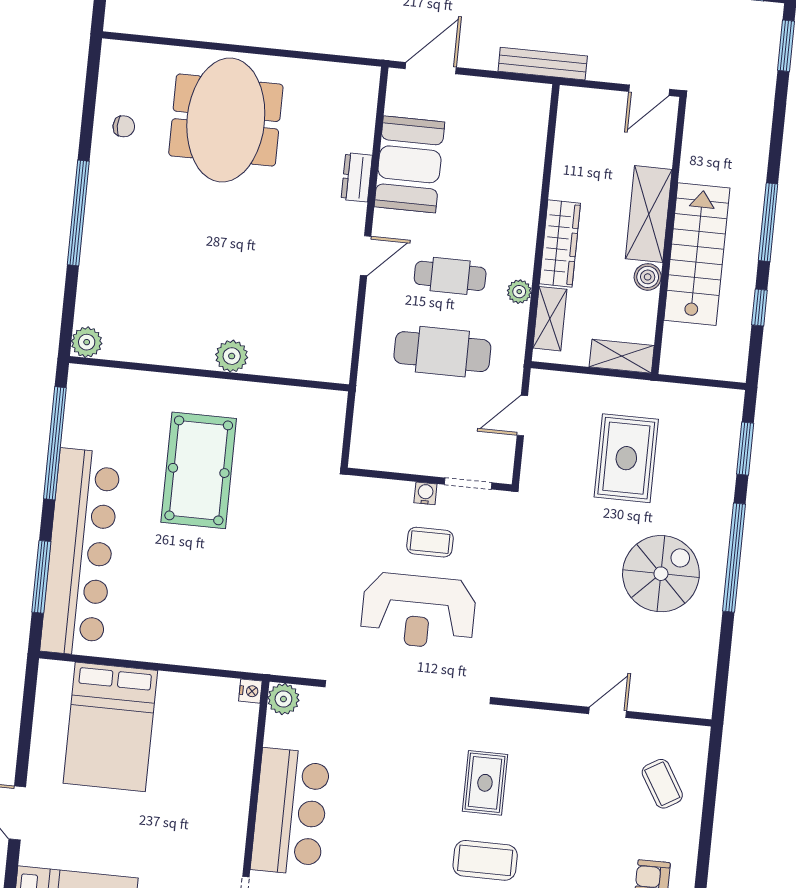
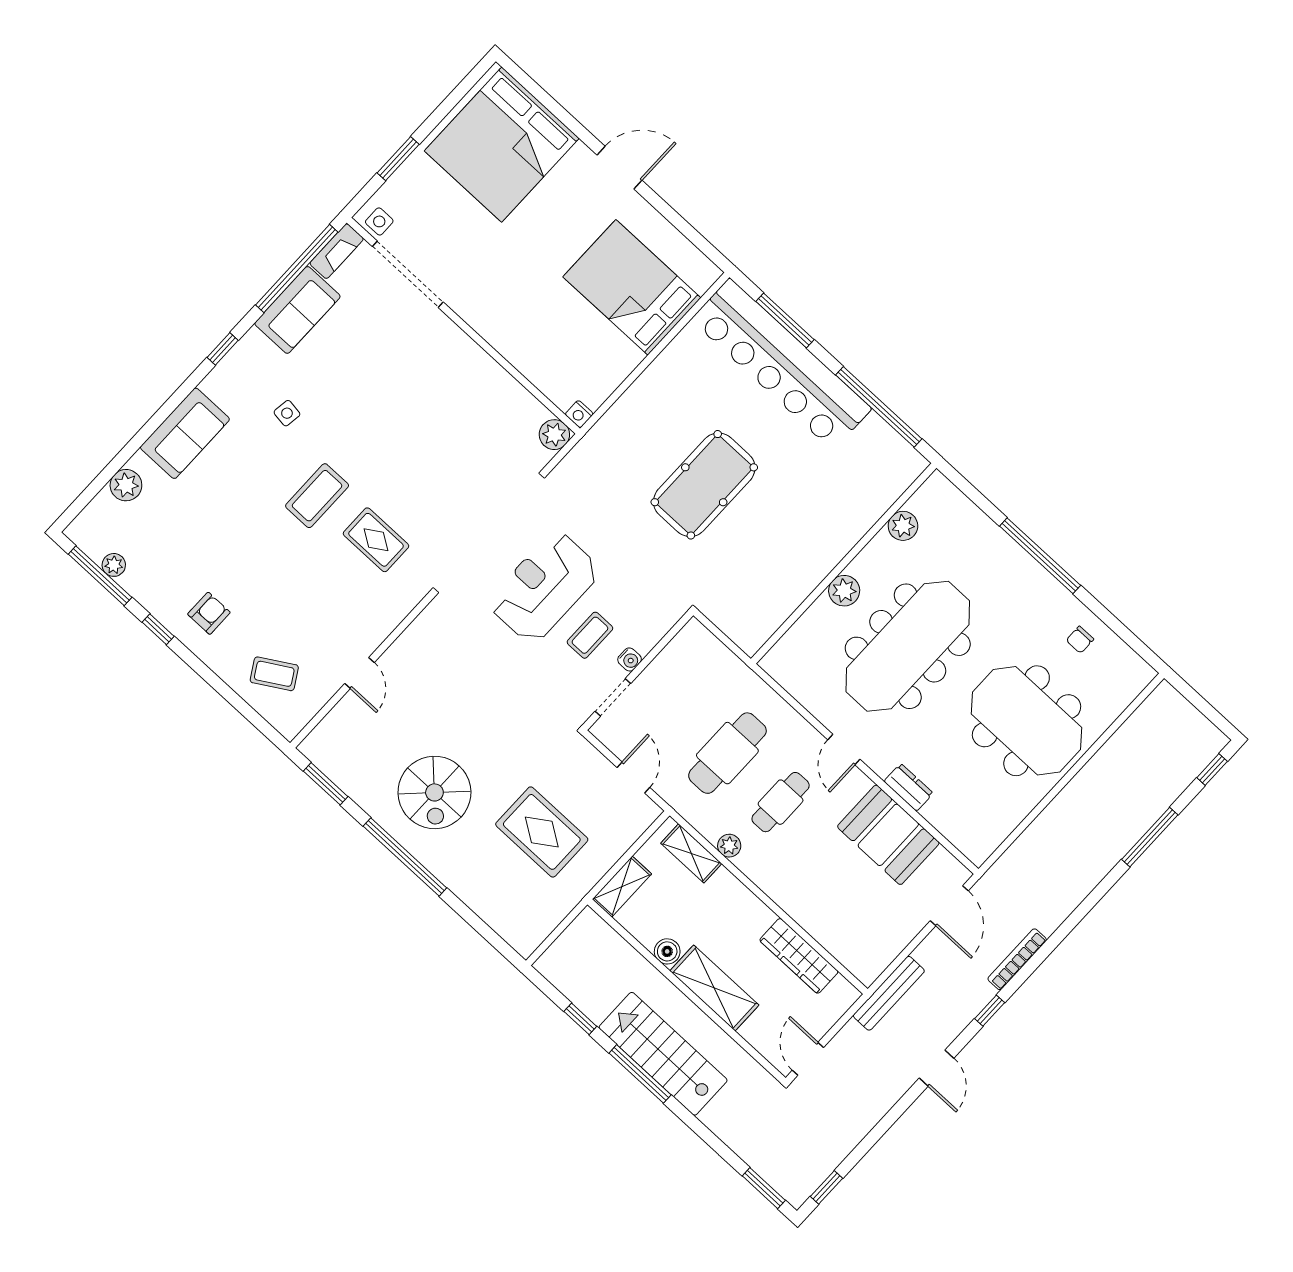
wardrobe: (560, 244) -> (799, 956), moved
stairs: (697, 254) -> (663, 1054), moved, turned 180
meeting table: (238, 267) -> (908, 646), added
plant: (87, 342) -> (903, 526), moved
window: (745, 449) -> (326, 784), moved
pool table: (199, 470) -> (704, 485), moved, turned 90
bar counter: (290, 812) -> (465, 376), removed

